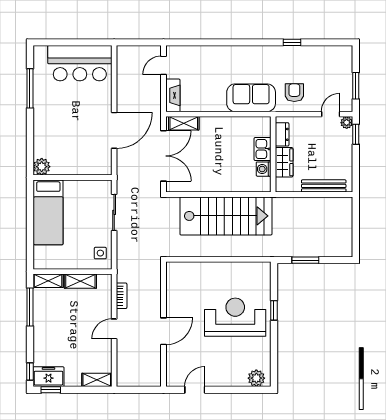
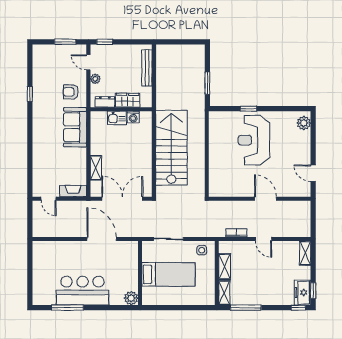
bar counter: (80, 63) -> (83, 291), moved, turned -90
shelving: (184, 123) -> (96, 168), moved
plant: (347, 123) -> (95, 79), moved
bed: (48, 212) -> (168, 274), moved

